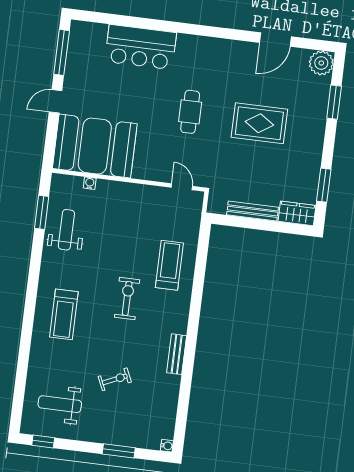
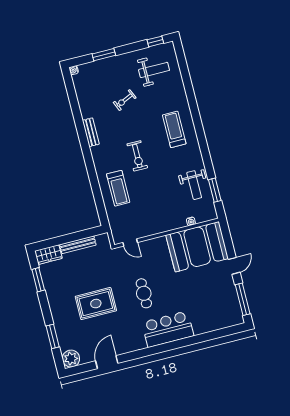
bar counter: (141, 47) -> (168, 329), moved

